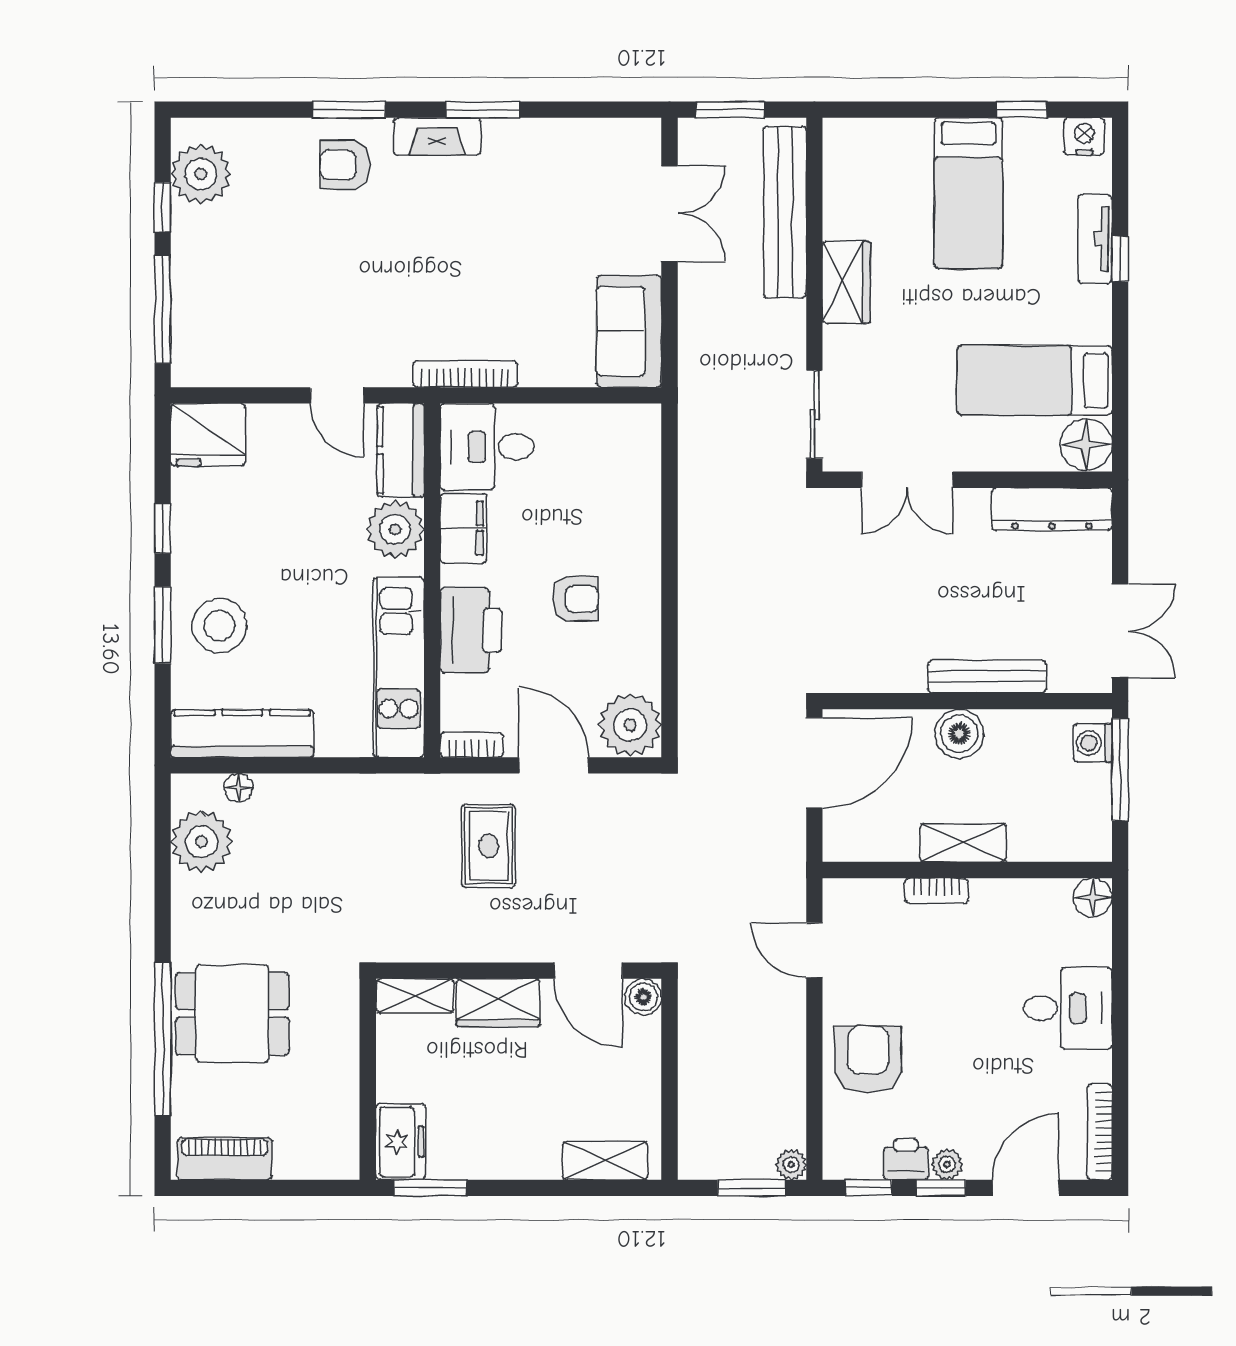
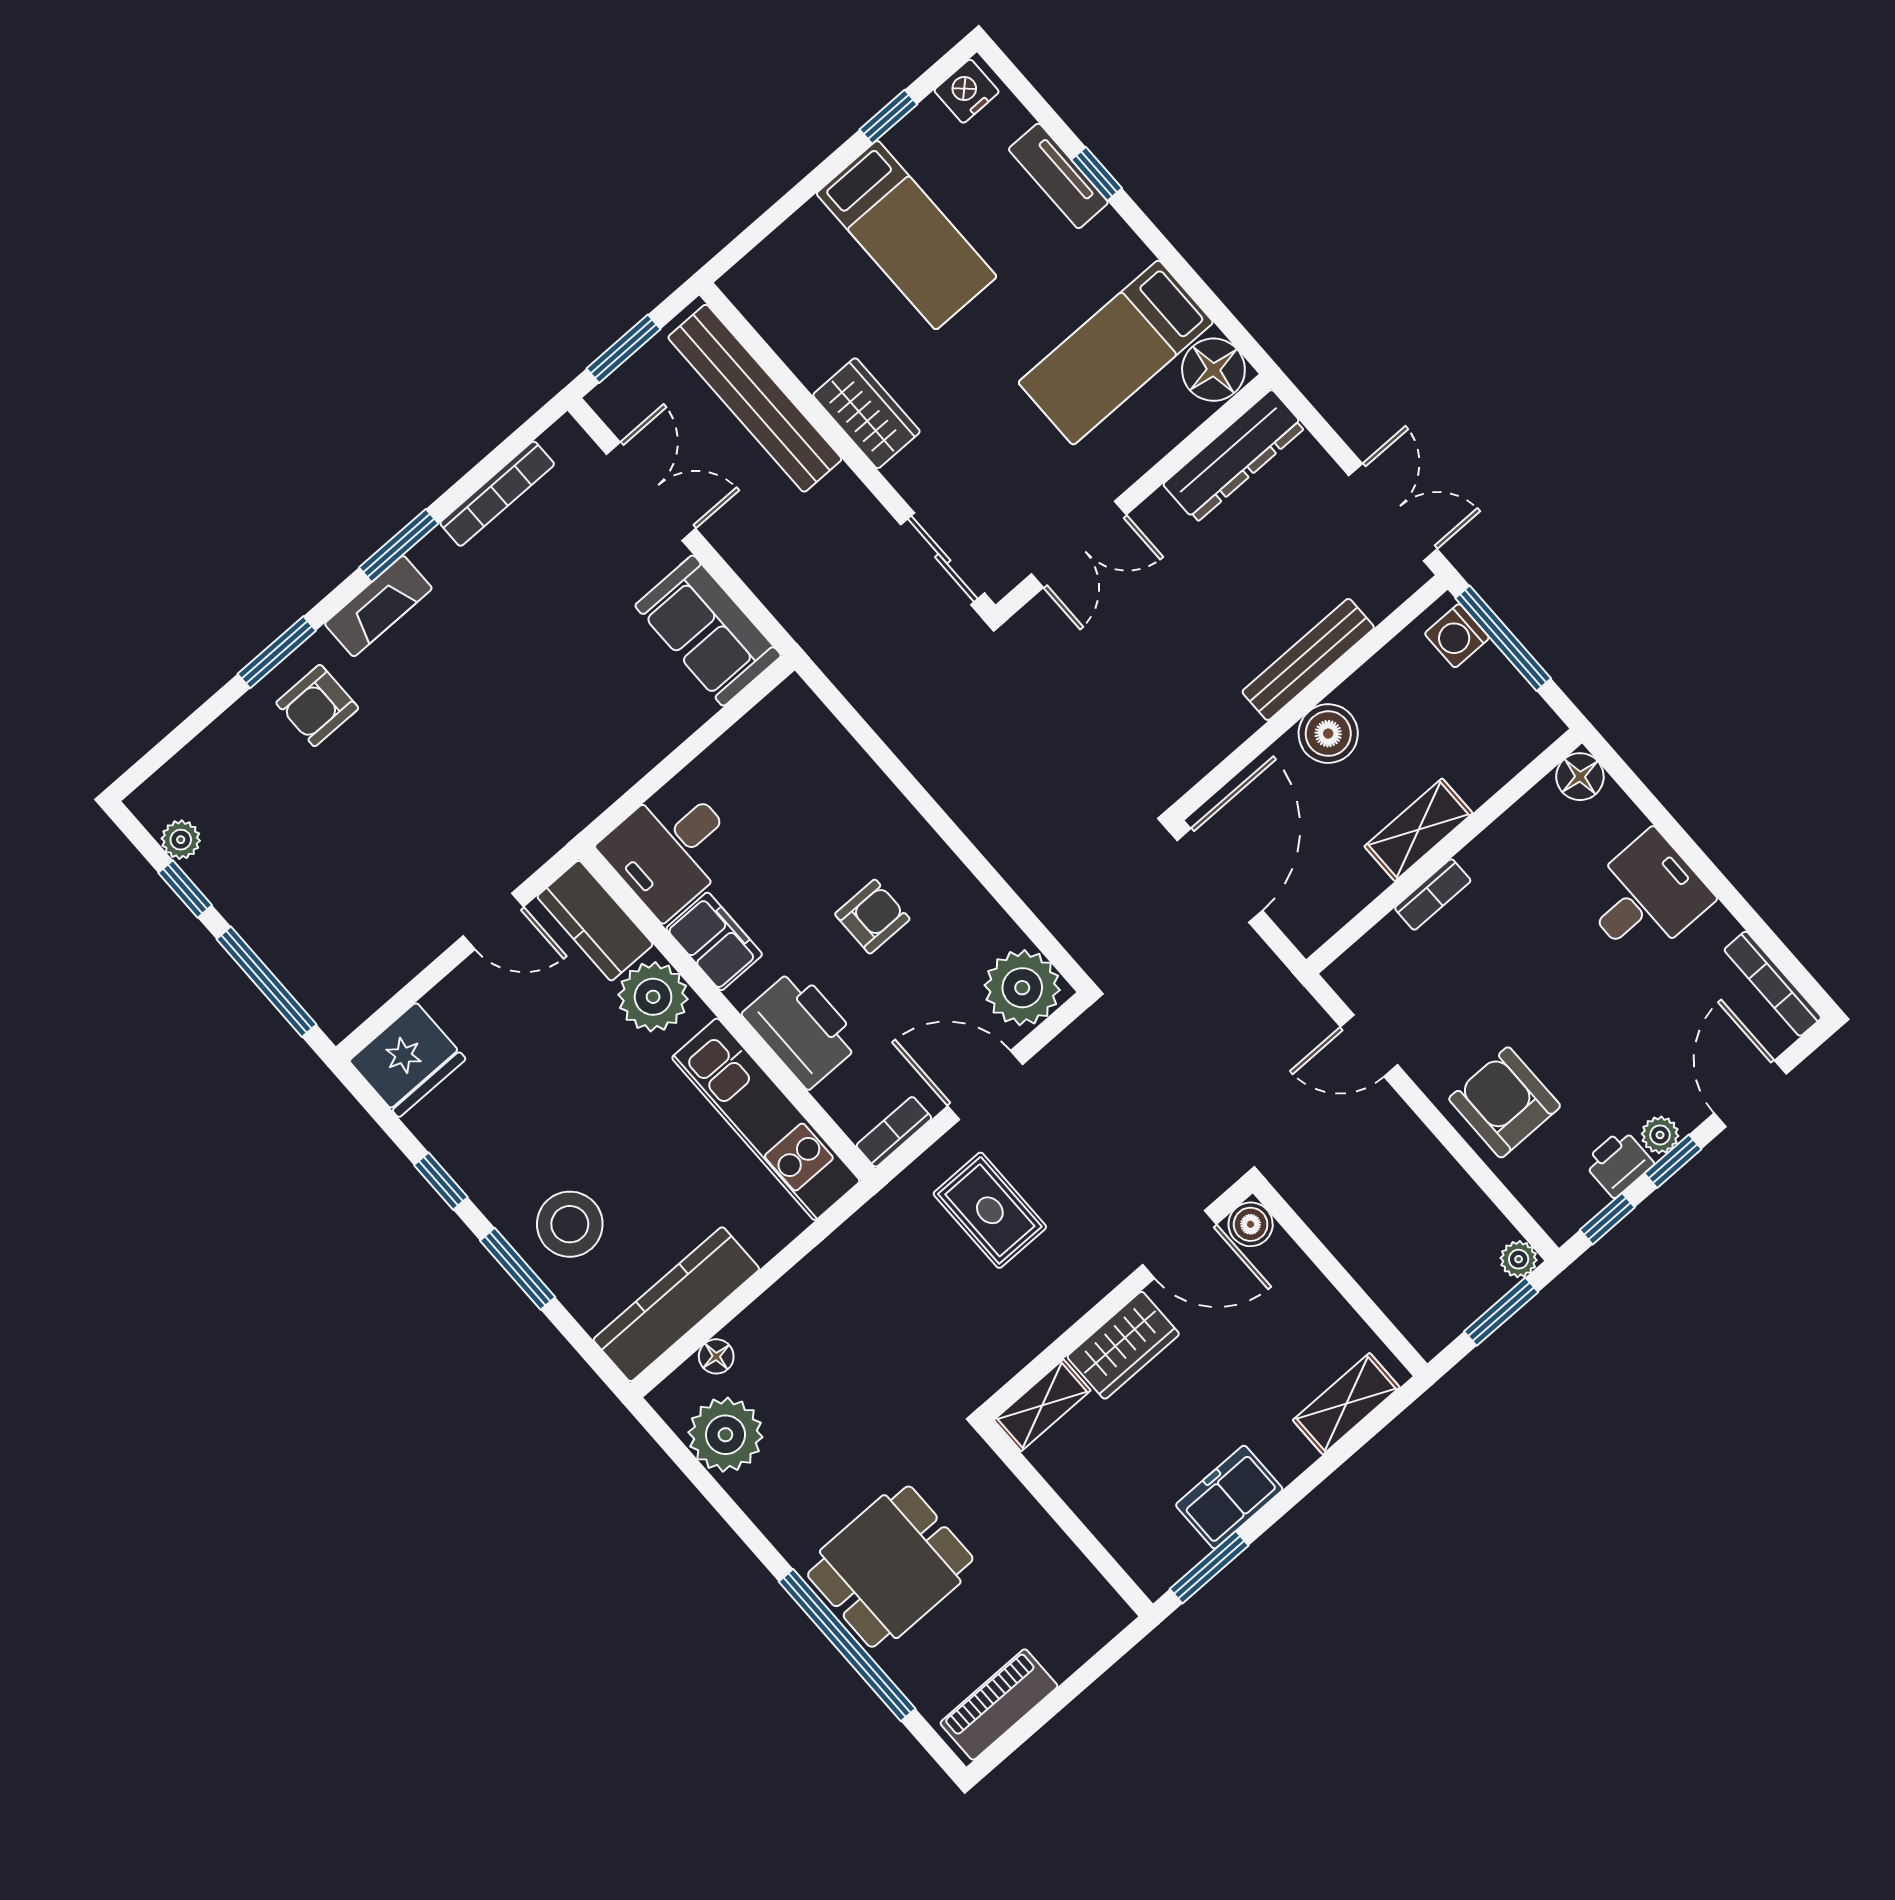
plant: (201, 174) -> (181, 840), width x0.53, depth x0.53
bookcase: (465, 374) -> (497, 494), moved, turned 180
freezer: (401, 1142) -> (1229, 1497), moved, turned -90

